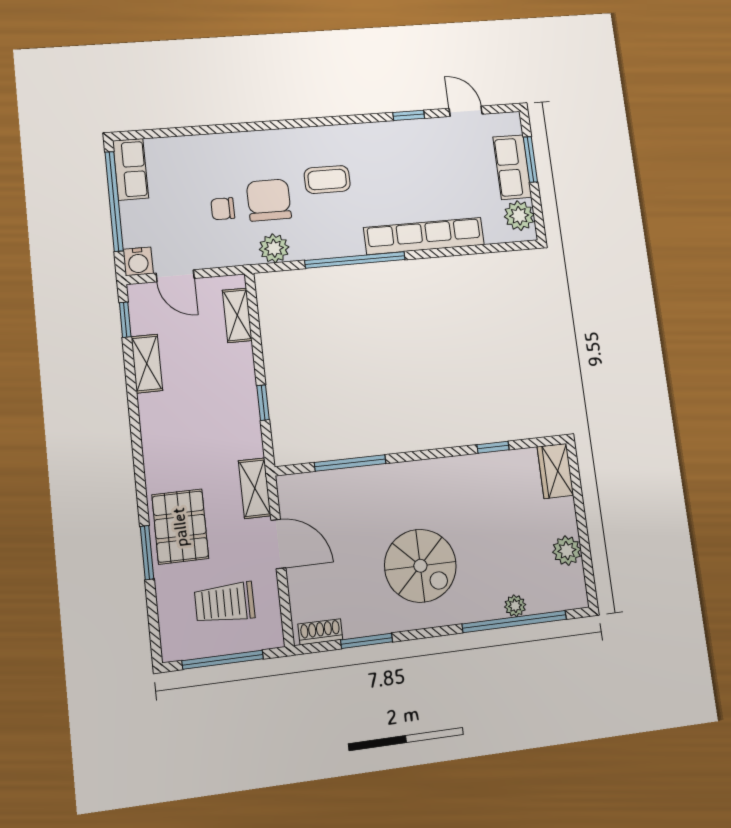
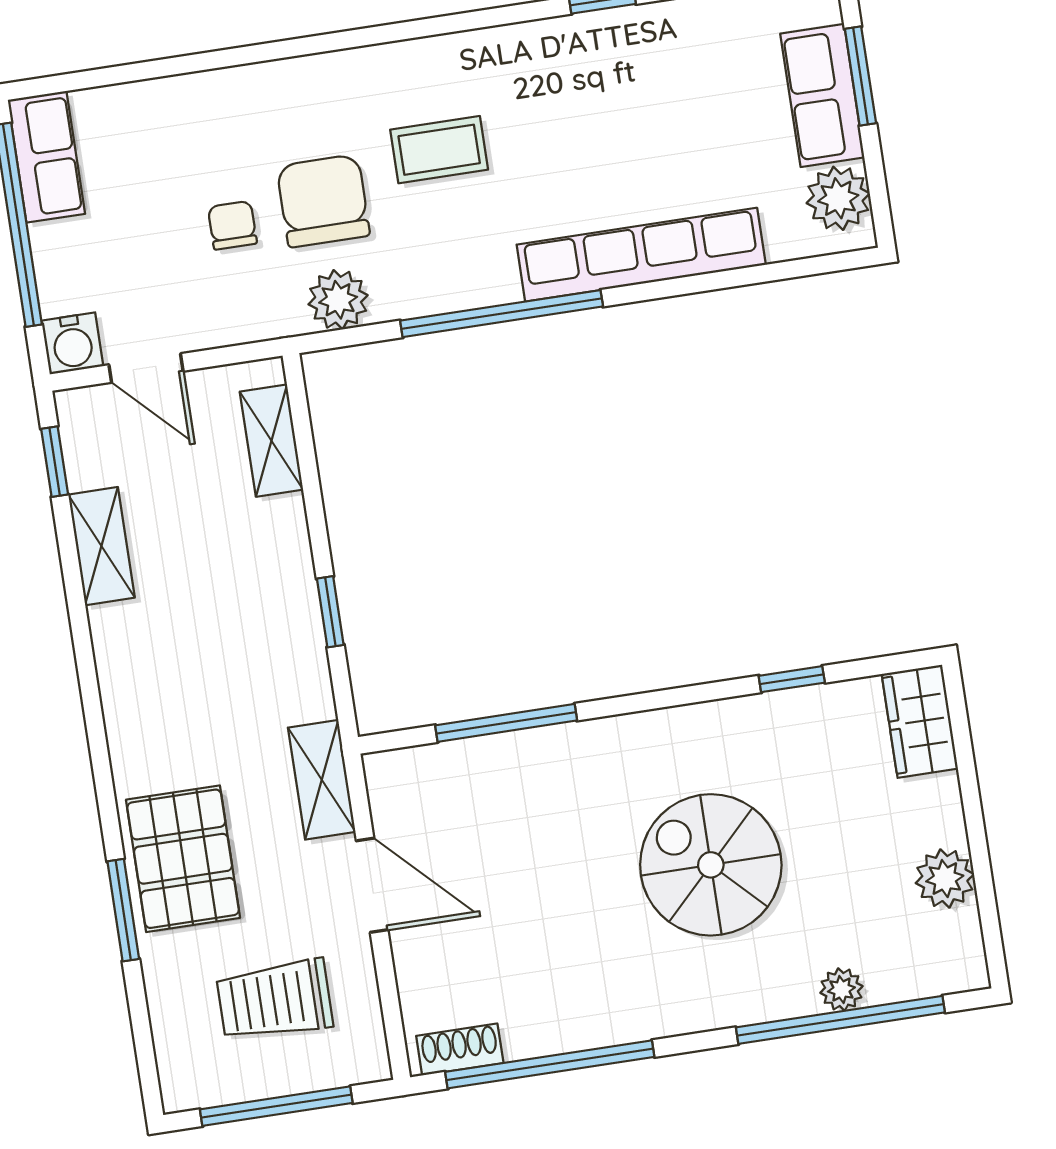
chair: (223, 209) -> (232, 225), turned 90
spiral stairs: (420, 566) -> (711, 865), moved, turned 180
window: (367, 641) -> (550, 1064), width x2.11

